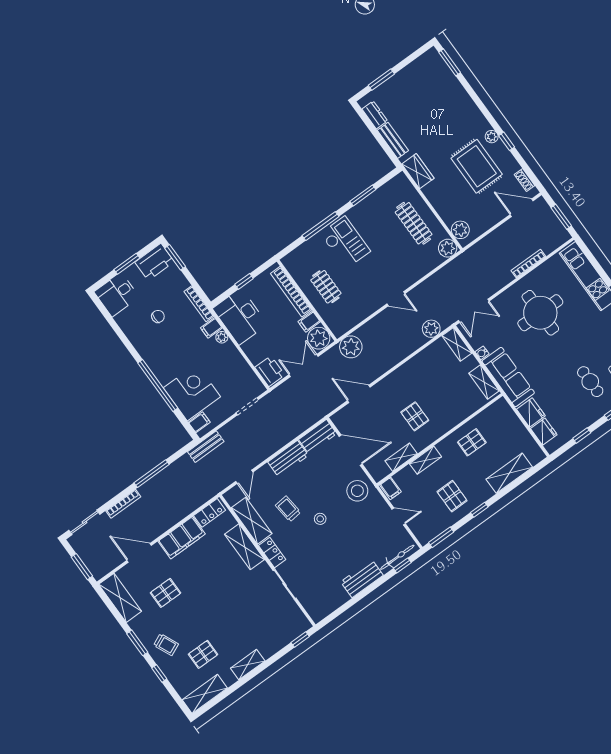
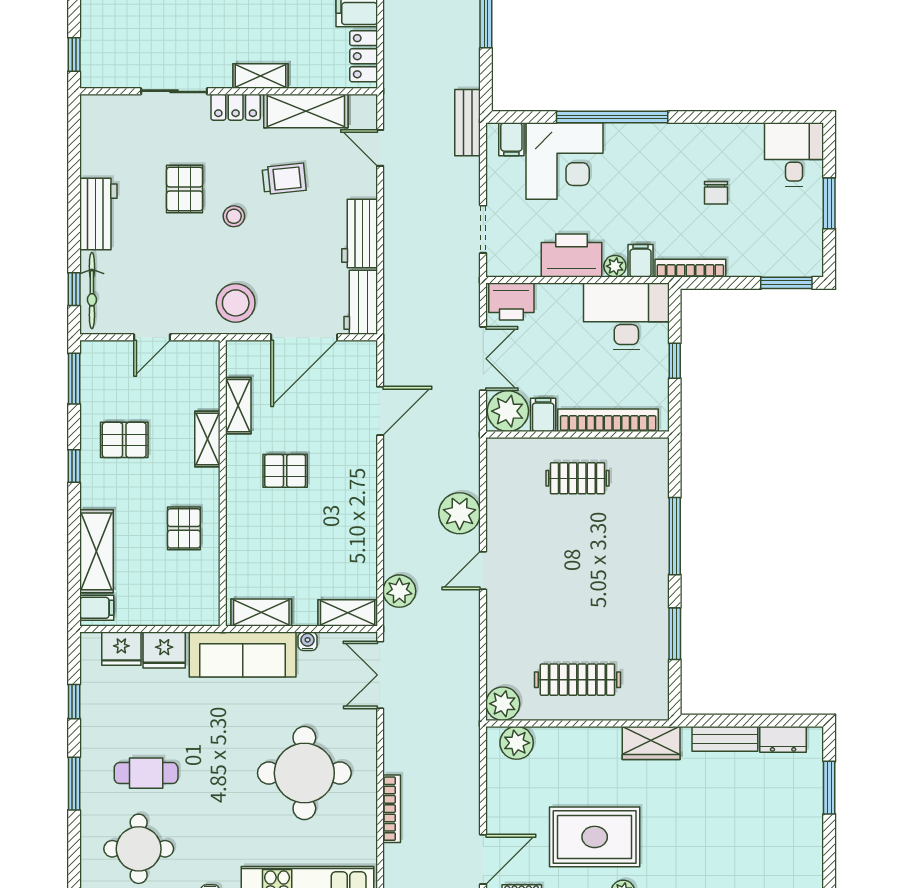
checkout: (345, 242) -> (623, 556), removed
printer: (155, 262) -> (572, 255), moved, turned 90
plant: (351, 347) -> (460, 513), moved
filing cabinet: (390, 488) -> (97, 608), moved, turned 180
shelving: (245, 547) -> (261, 76), width x0.67, depth x0.75
pallet: (324, 549) -> (185, 189), added

